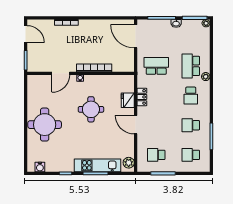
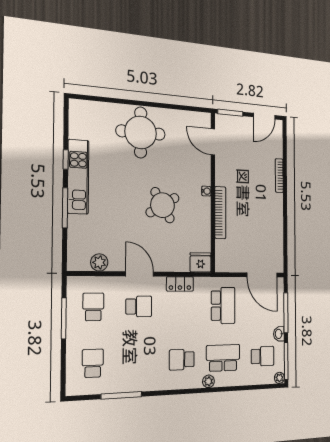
door: (136, 36) -> (262, 275), swing flipped
school desk: (191, 36) -> (263, 356), added
door: (61, 73) -> (213, 142), moved
fridge: (128, 100) -> (201, 262), moved
round table: (91, 109) -> (163, 205), turned -31
door: (136, 125) -> (140, 274), hinge flipped
school desk: (191, 125) -> (139, 306), moved, turned 90
plant: (129, 163) -> (99, 262), moved
kitchen unit: (97, 165) -> (78, 177), moved
water cooler: (40, 167) -> (76, 119), removed

